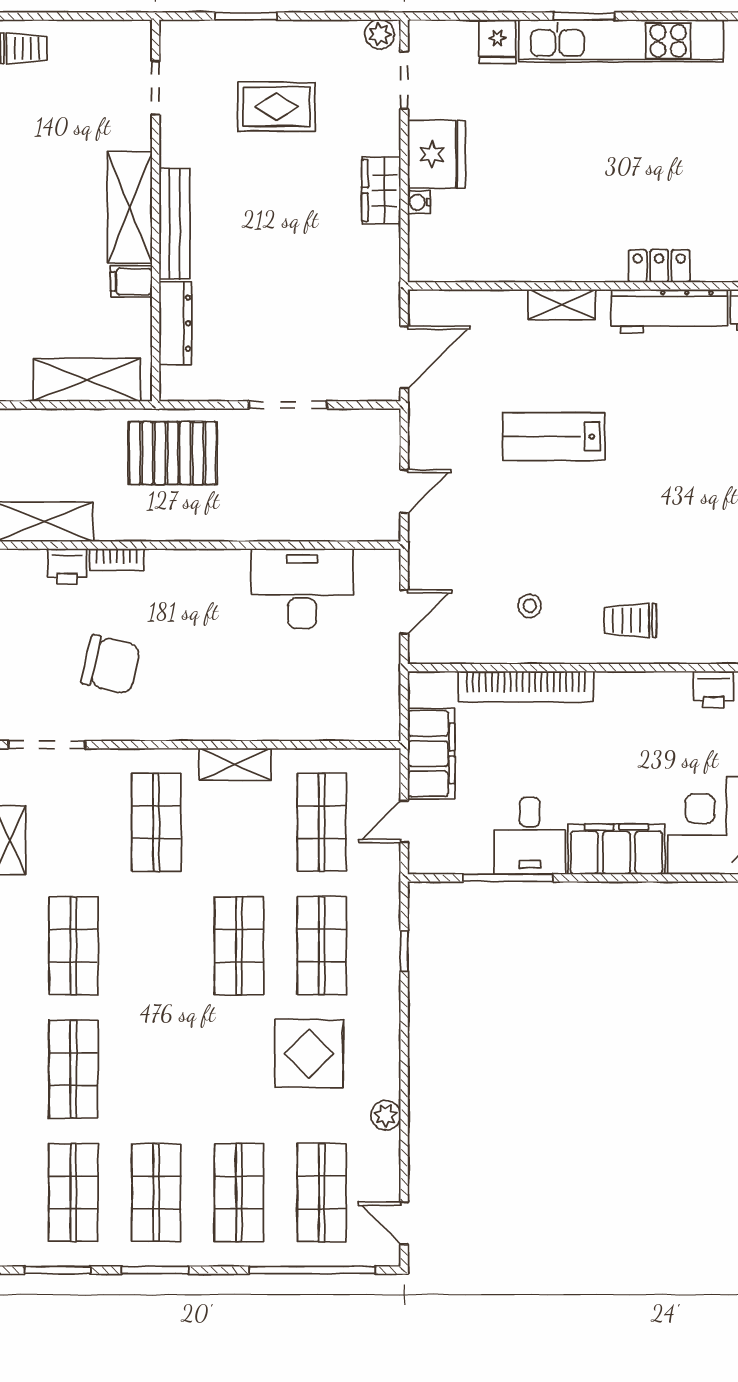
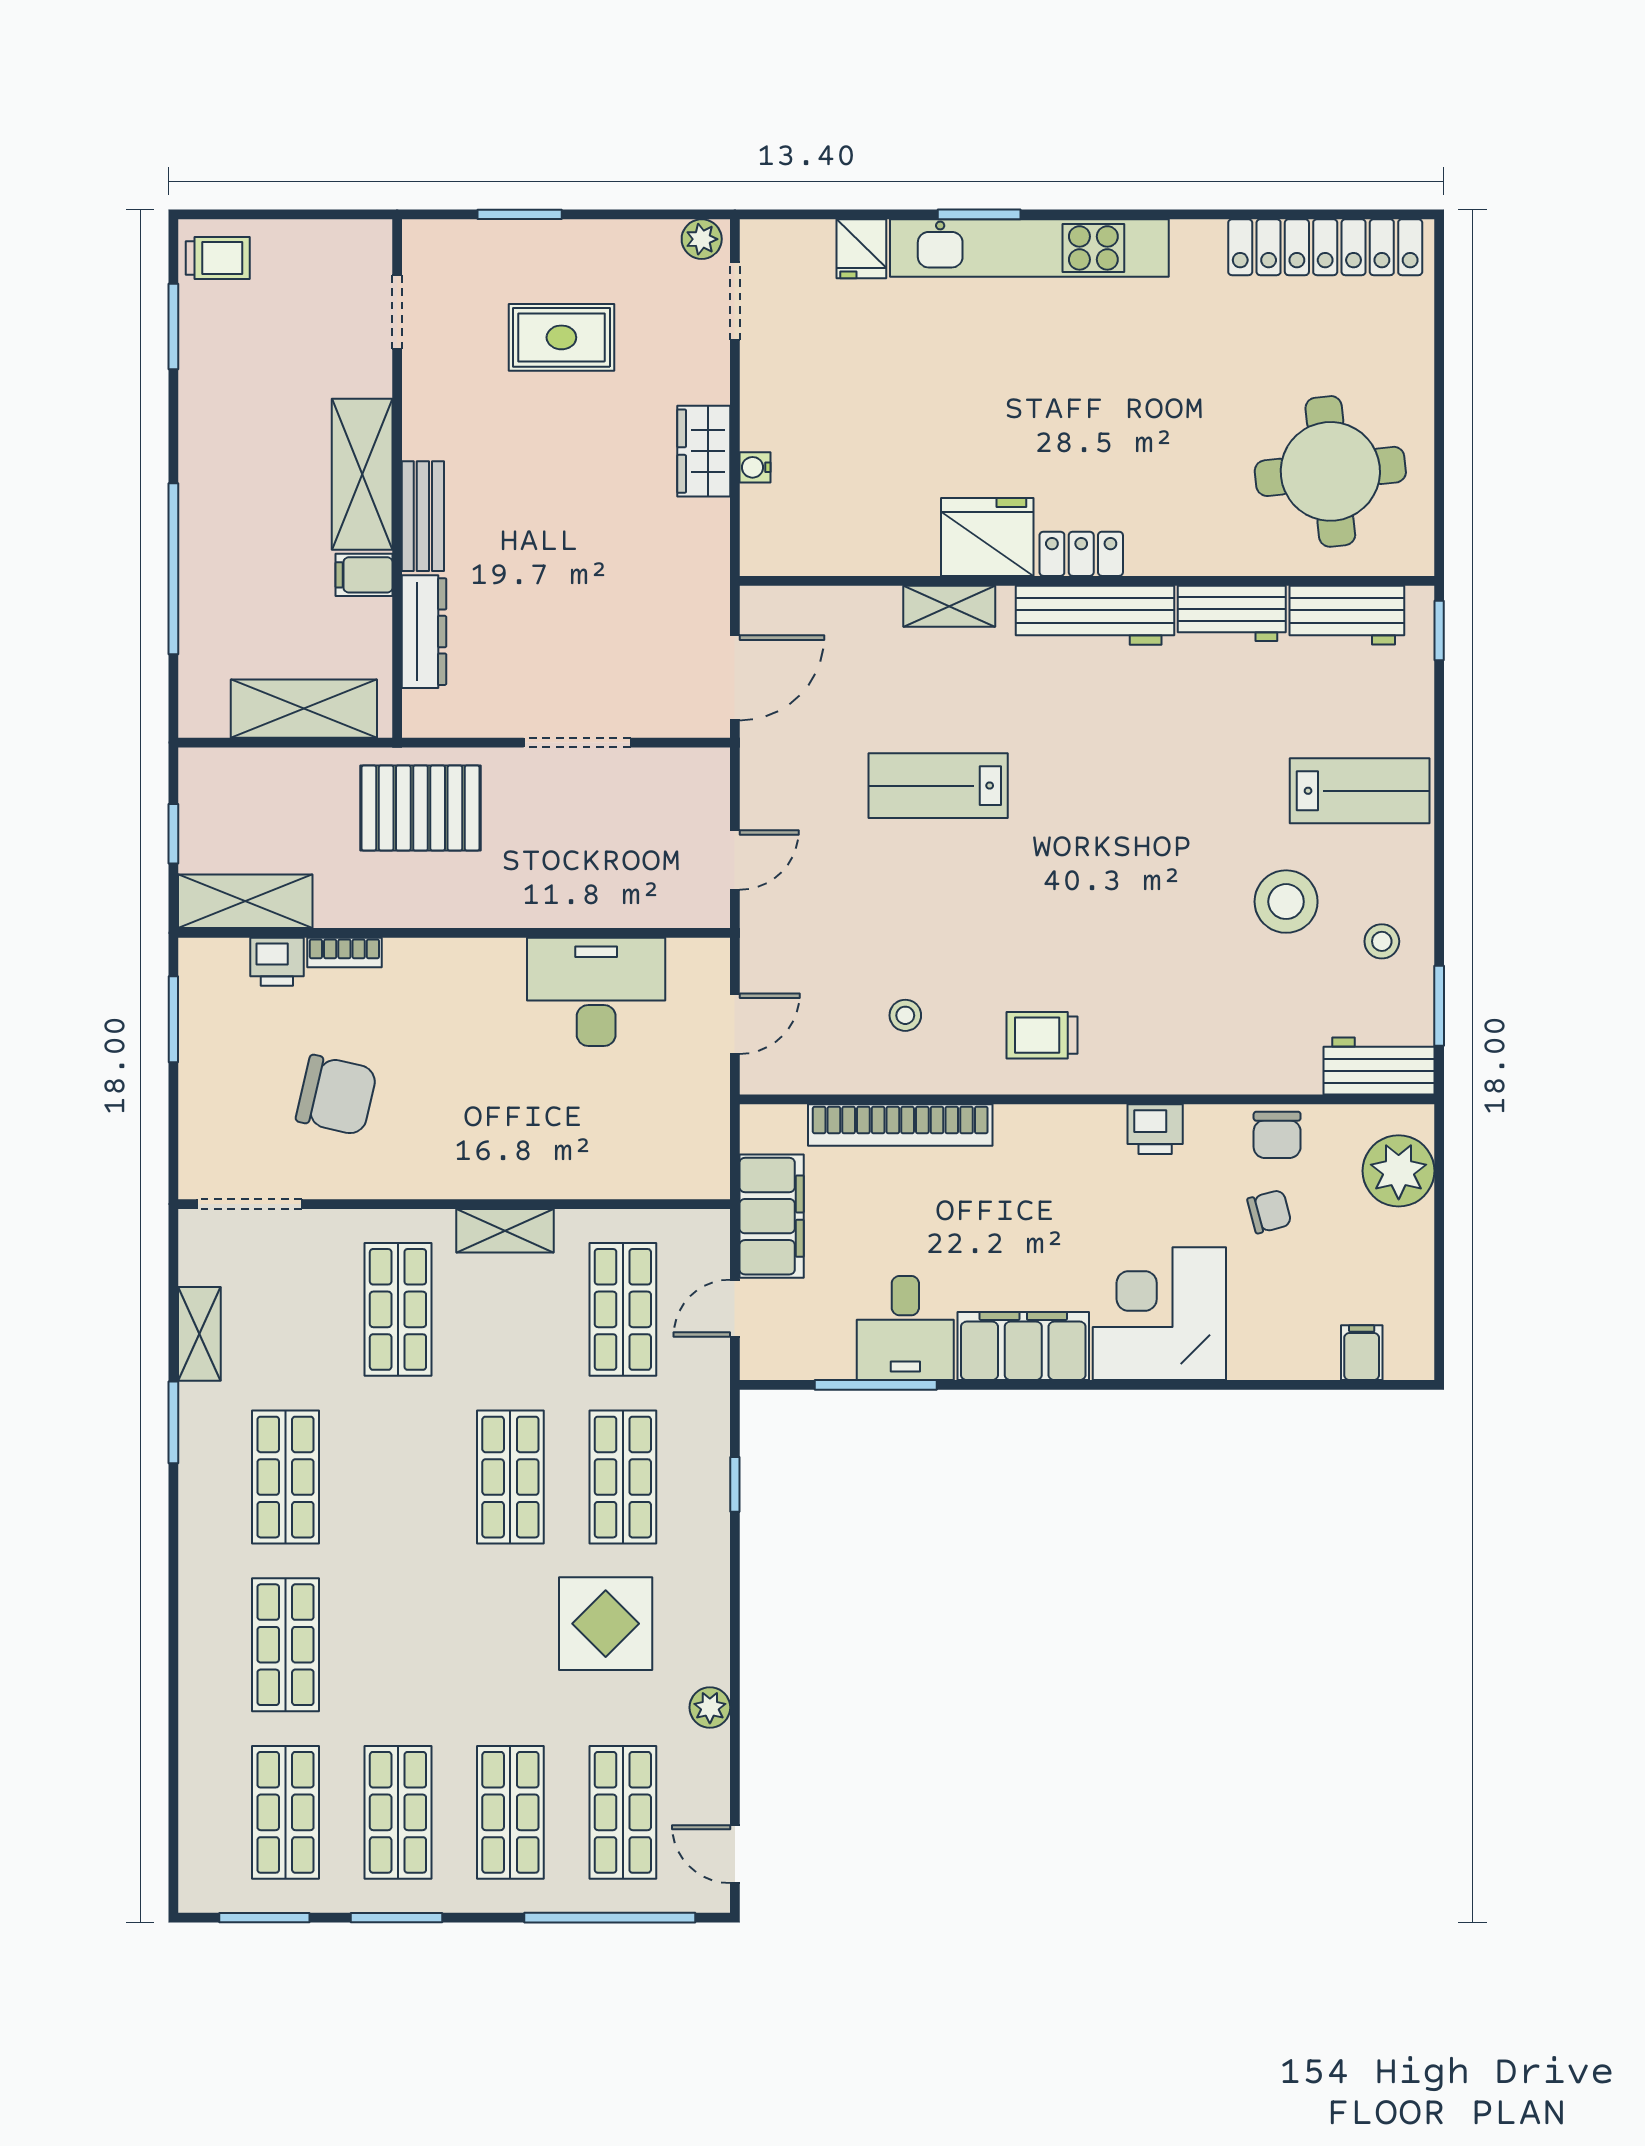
fridge: (437, 154) -> (987, 537), moved, turned -90
bench: (175, 224) -> (423, 516), width x0.73

